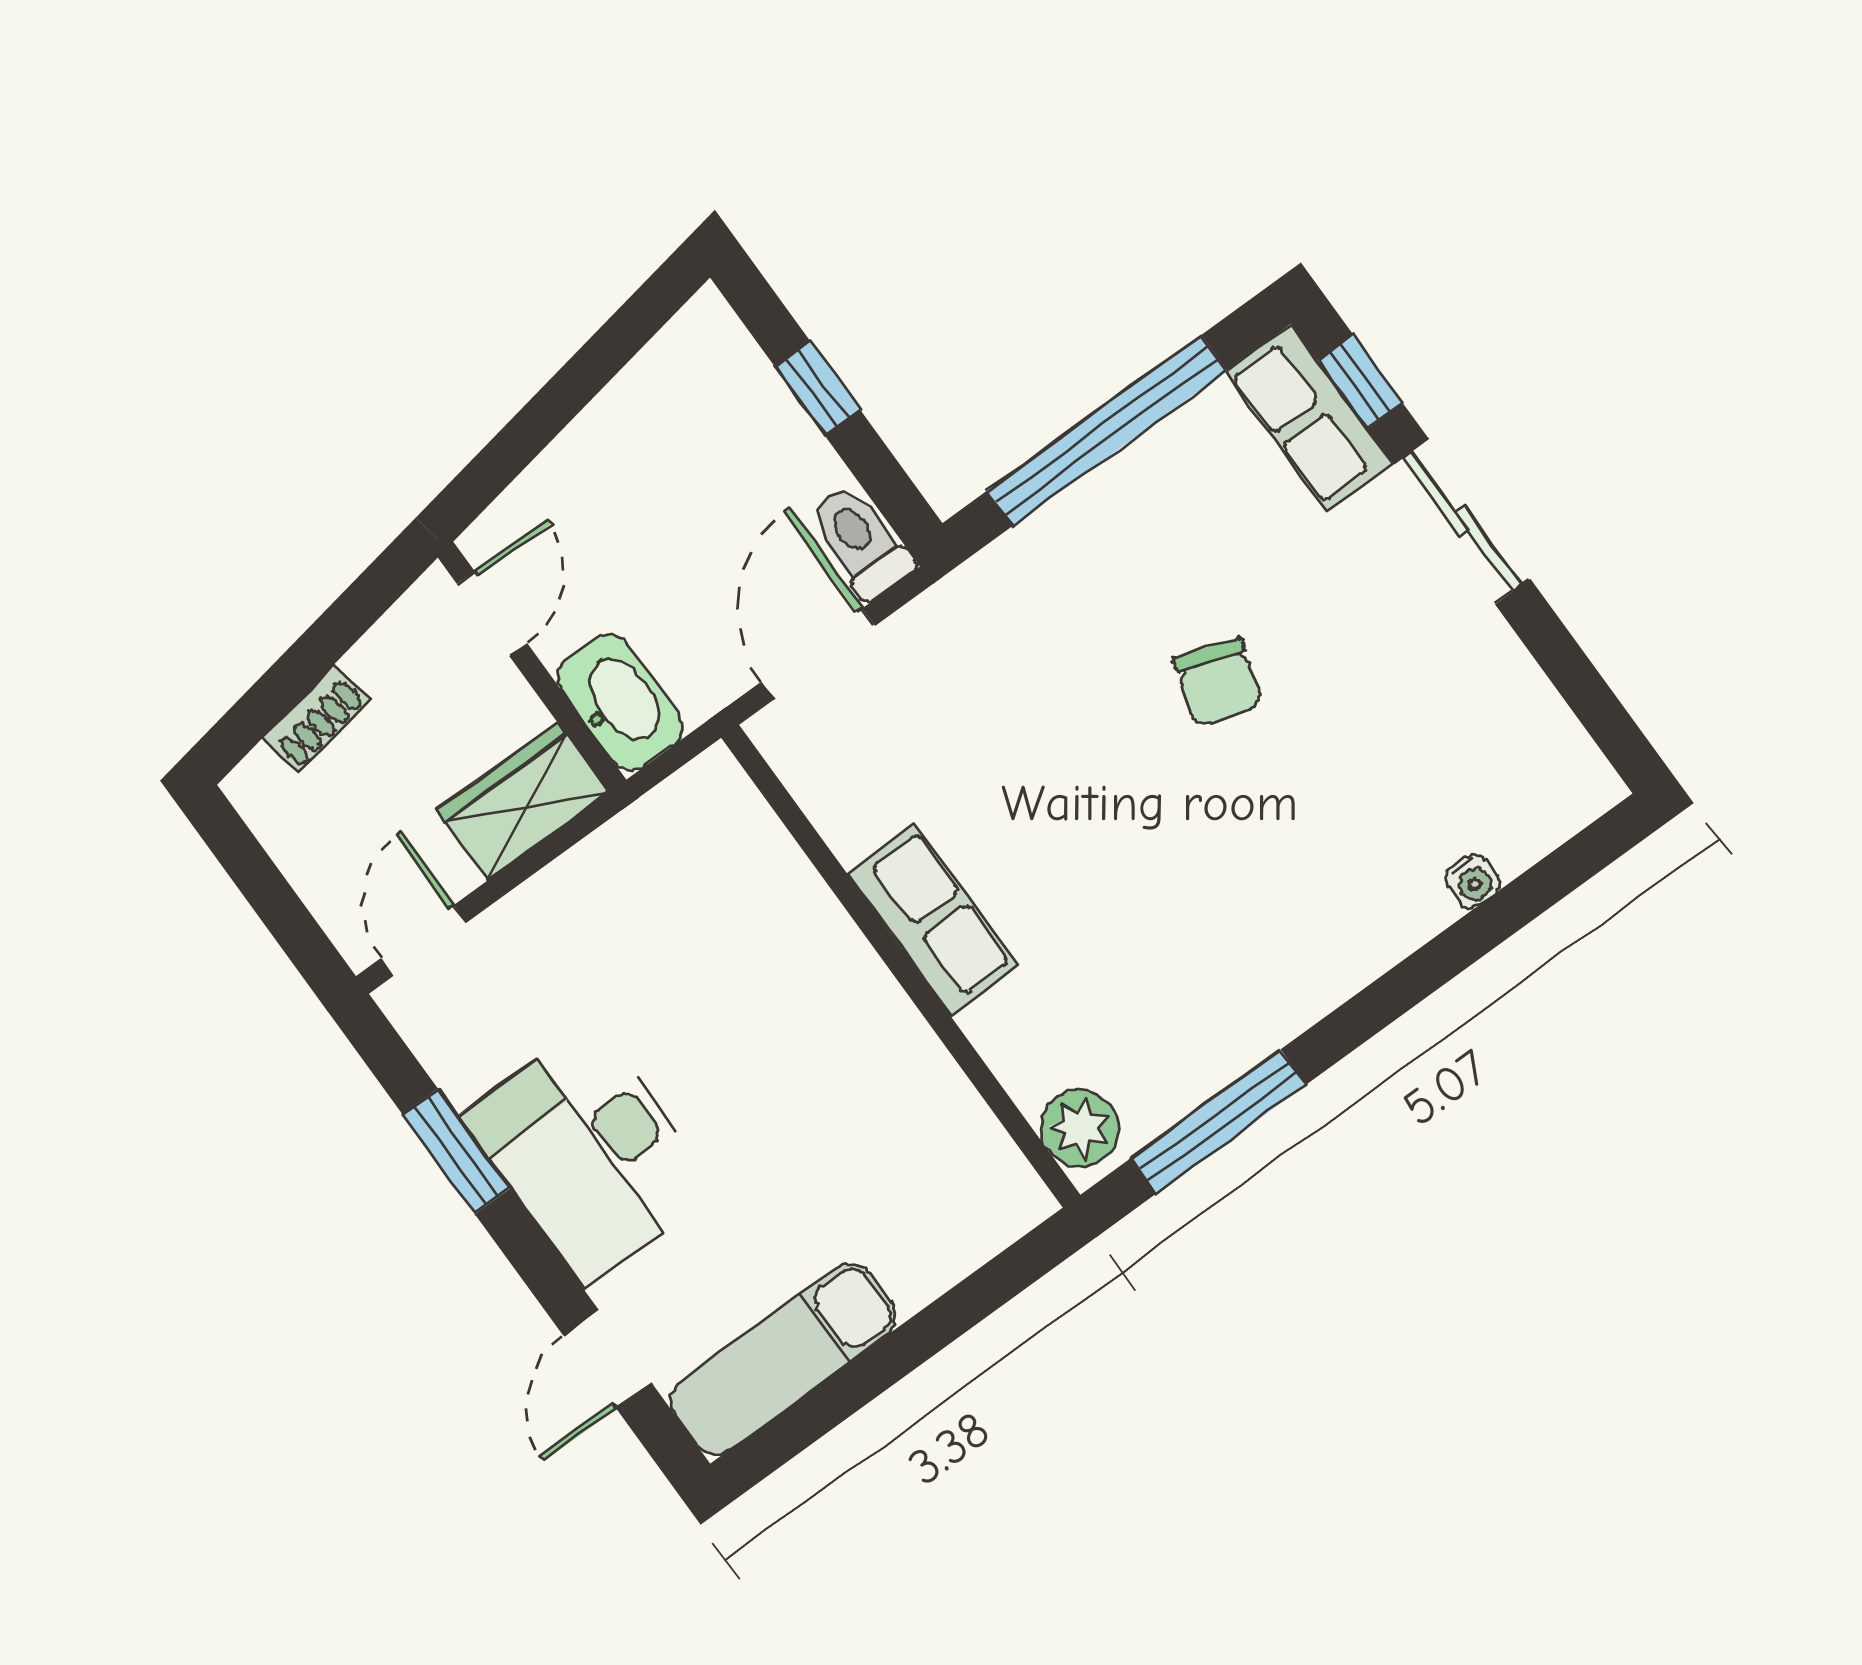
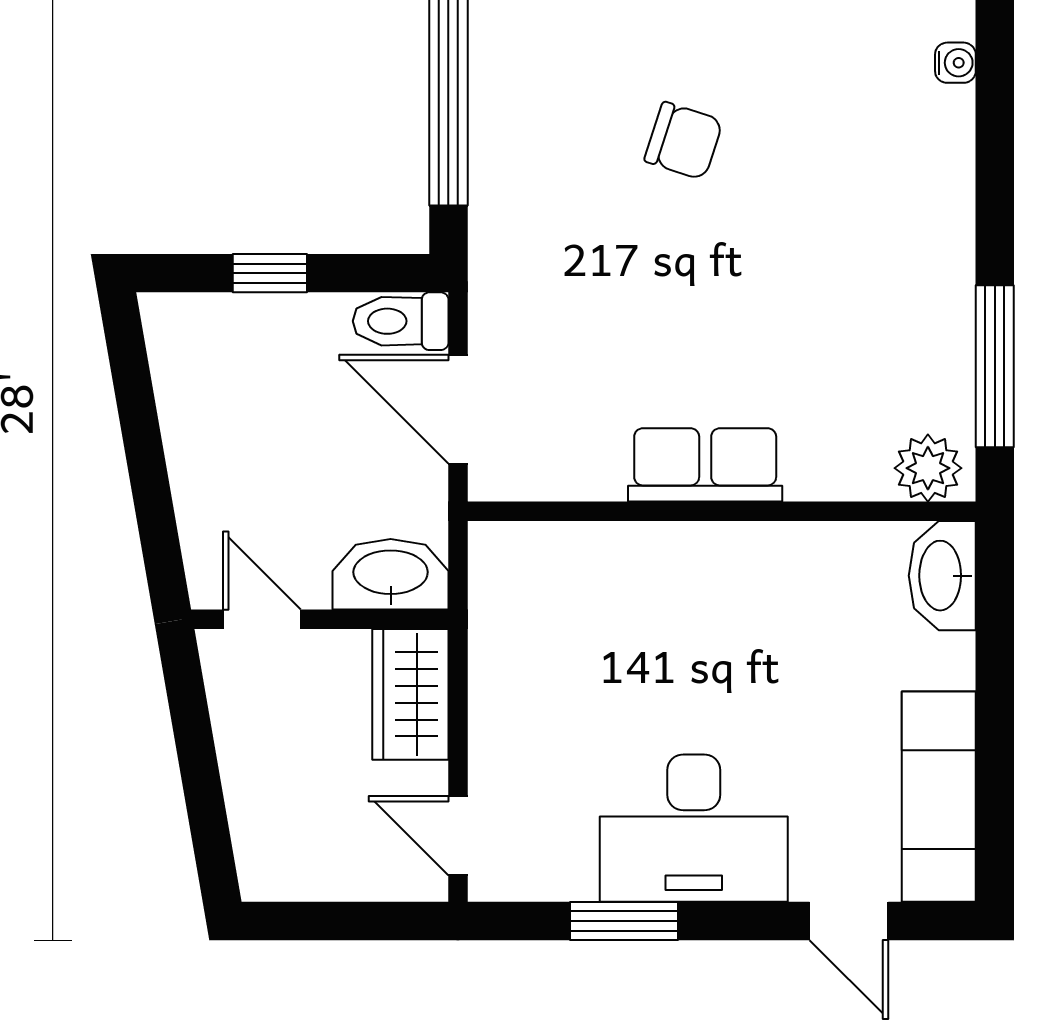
shoe rack: (316, 719) -> (246, 798), removed
washbasin: (990, 1213) -> (942, 576), added

